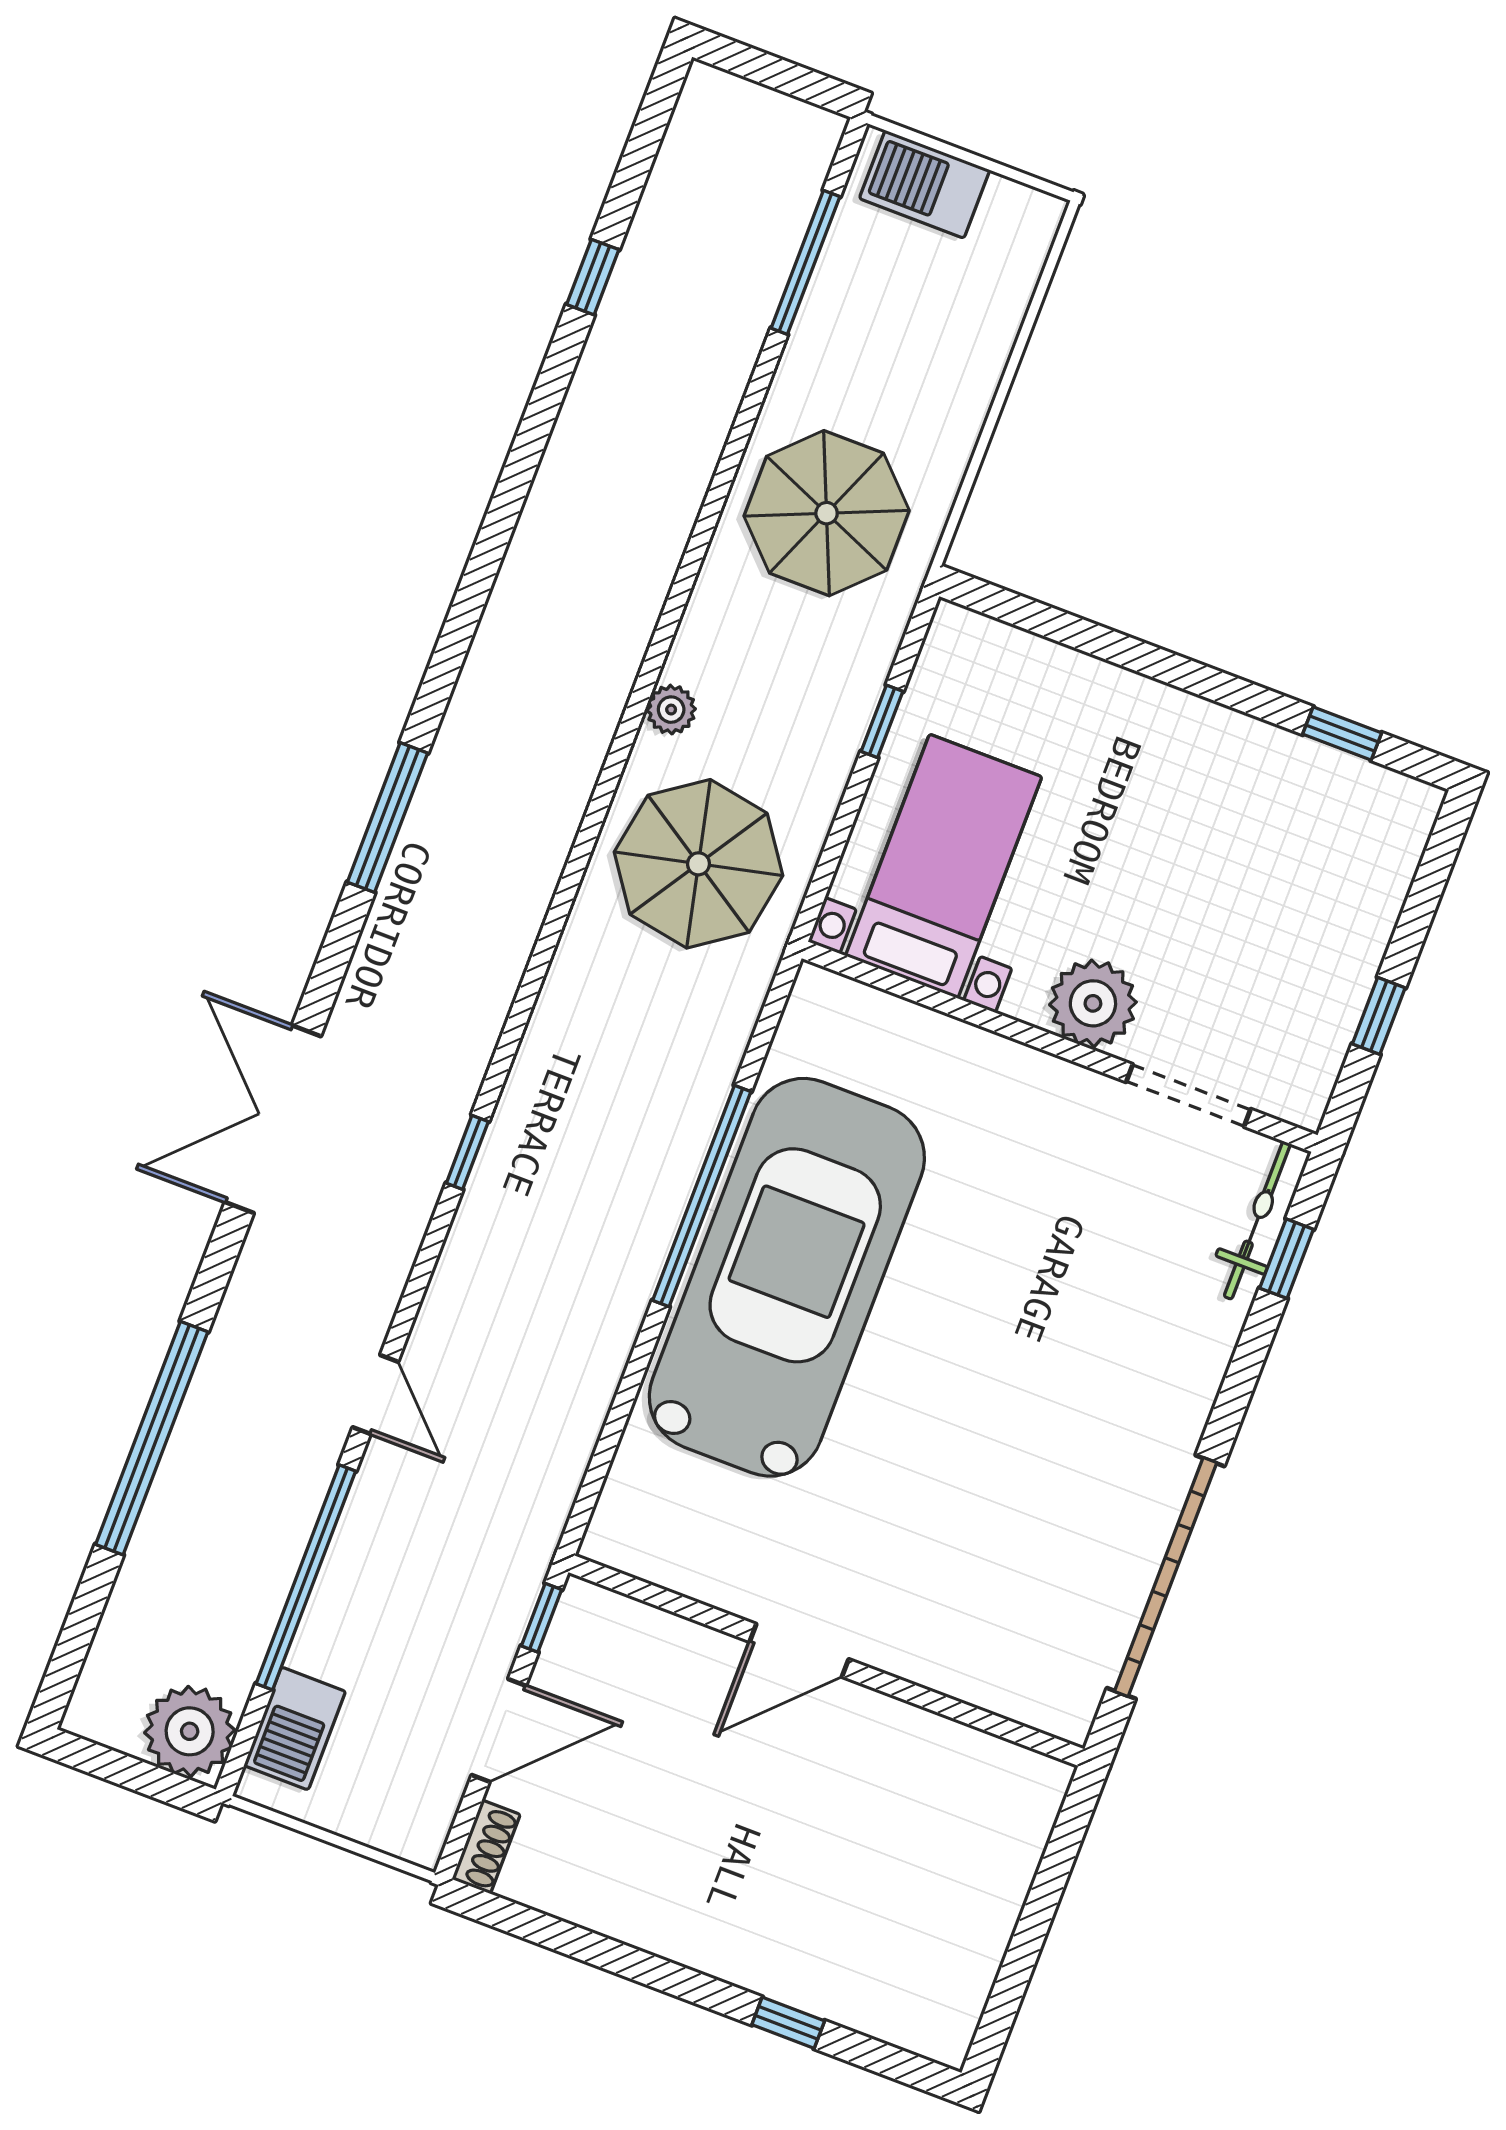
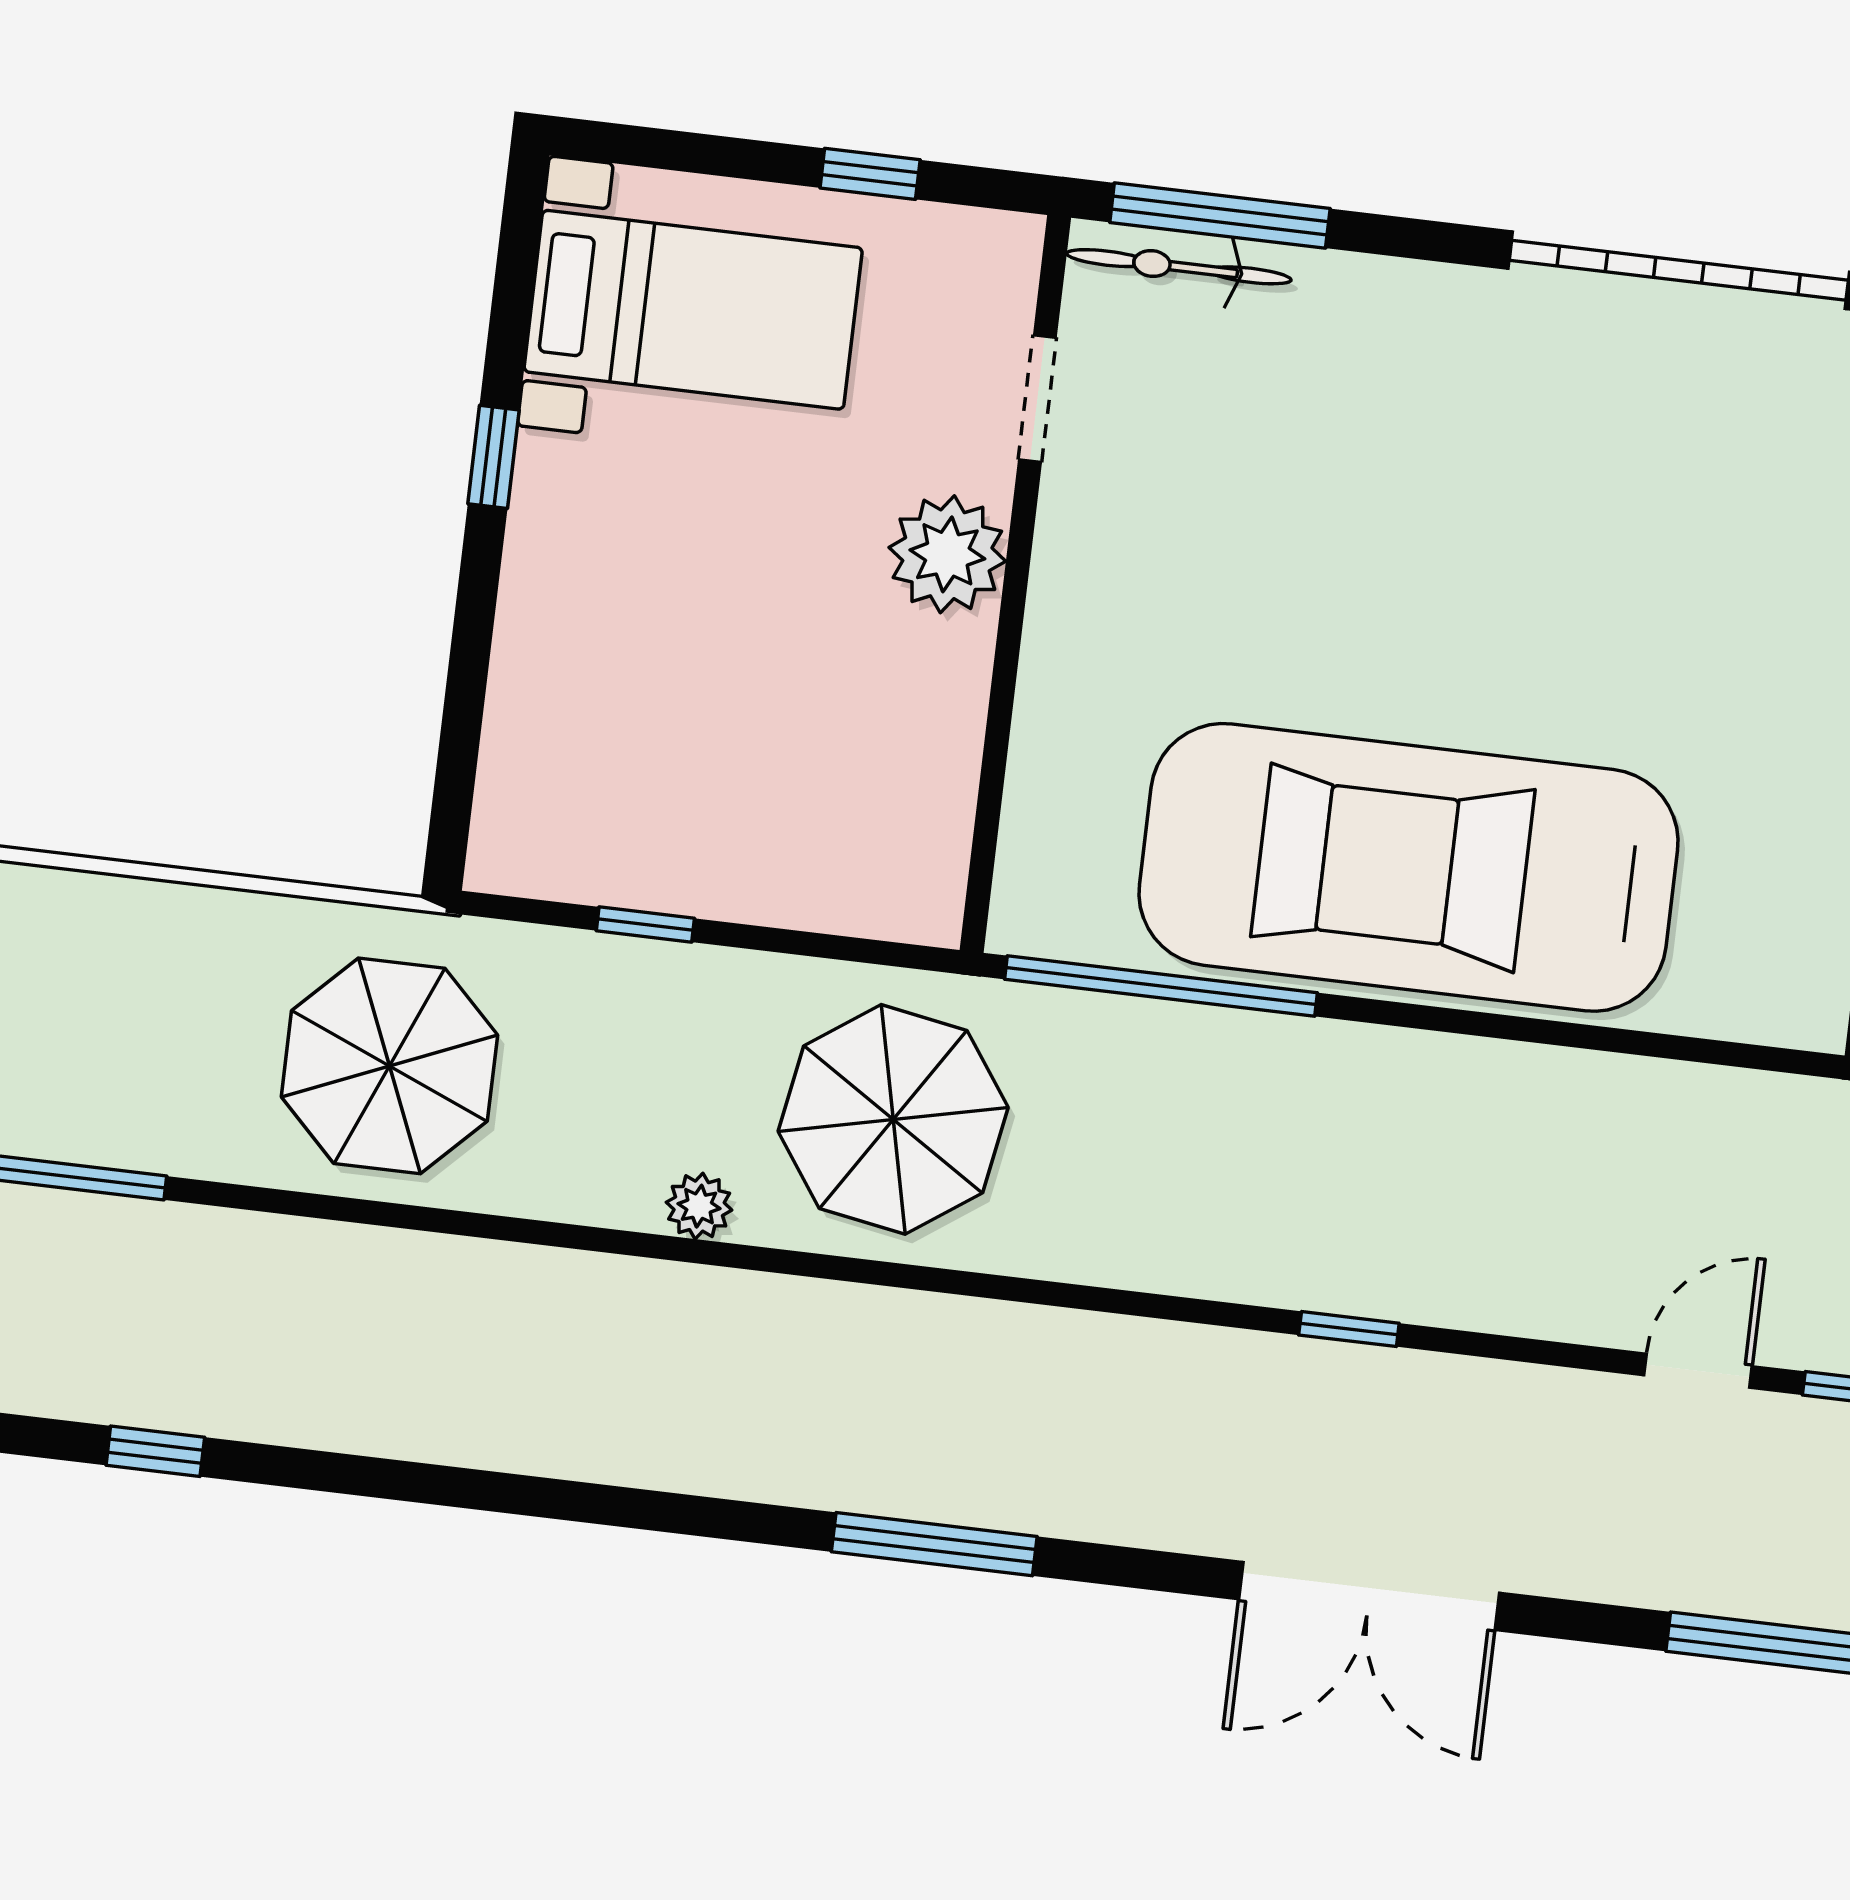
window: (1342, 734) -> (493, 457), moved
bed with nightstands: (944, 866) -> (693, 310), moved, turned 180
doorway: (1188, 1096) -> (1037, 398), width x0.73
window: (702, 1196) -> (1161, 986), moved
window: (1287, 1259) -> (1220, 216), width x2.17

